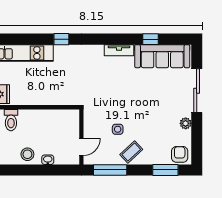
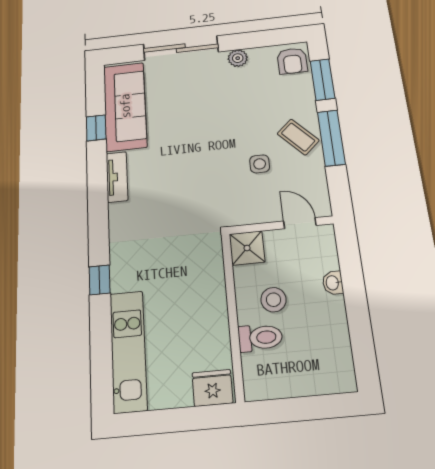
shower: (71, 118) -> (247, 248), added
toilet: (11, 120) -> (260, 338), moved
stool: (27, 154) -> (273, 300), moved
armchair: (180, 154) -> (292, 61), turned -90
window: (110, 170) -> (331, 138), moved

